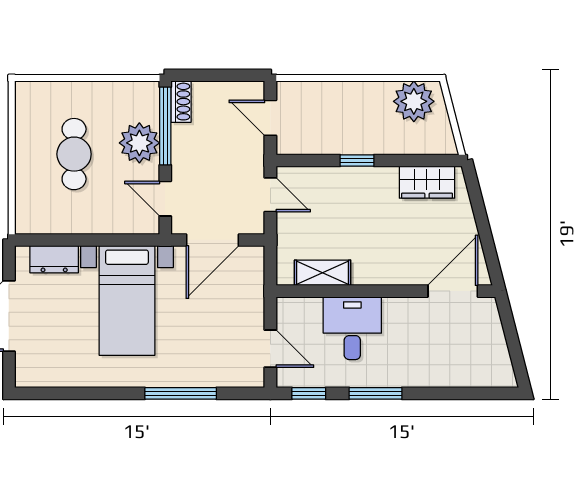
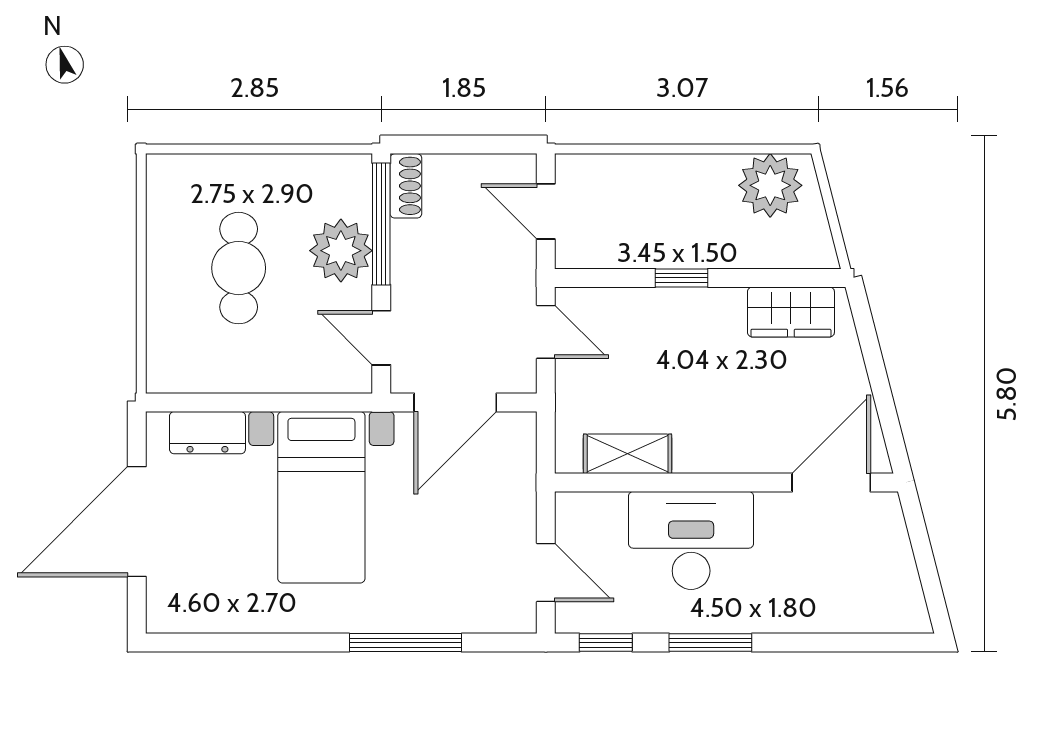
desk: (352, 328) -> (691, 540), width x1.37

